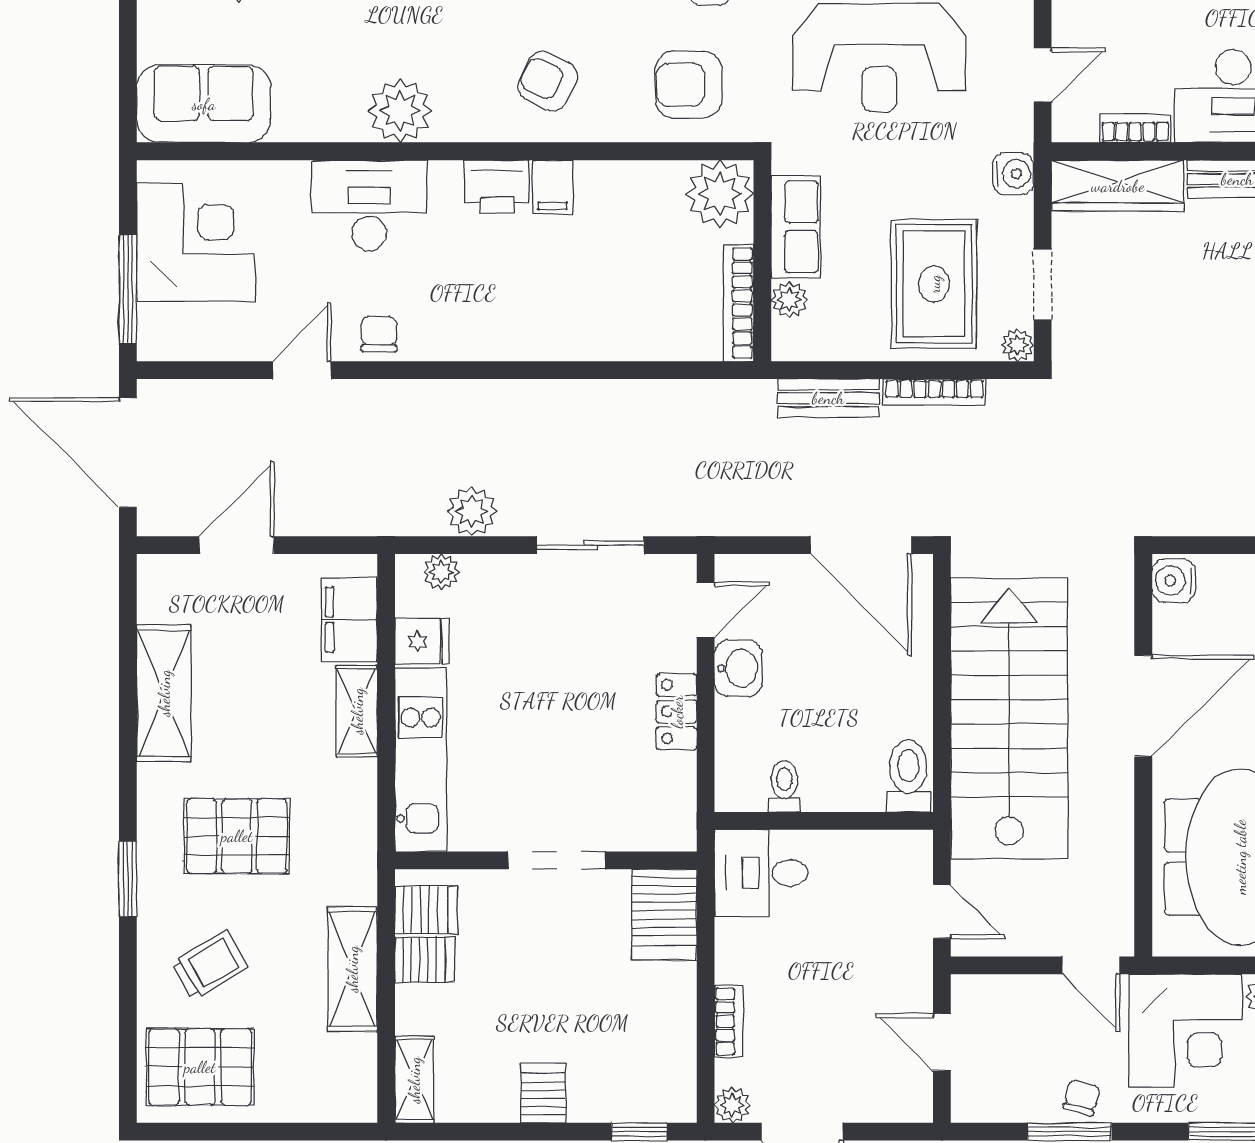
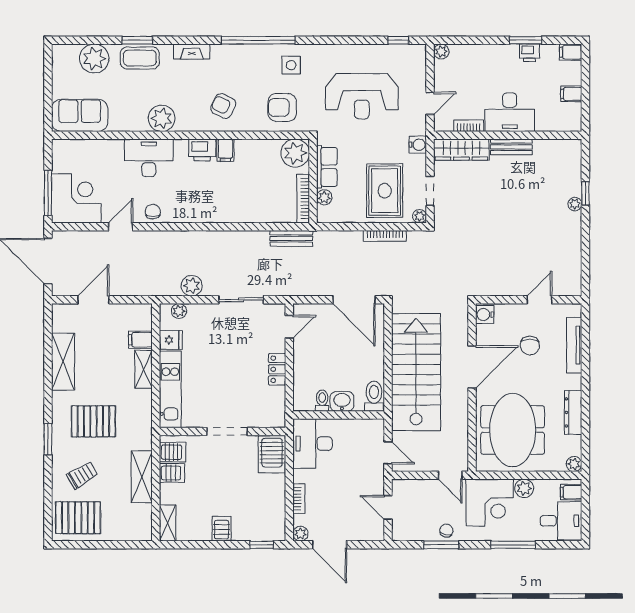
corner desk: (196, 242) -> (76, 198), moved
bench: (828, 398) -> (291, 238), moved
filing cabinet: (349, 620) -> (140, 340), width x0.50
washbasin: (738, 668) -> (342, 401), moved, turned -90
desk: (761, 873) -> (312, 444), width x1.37

